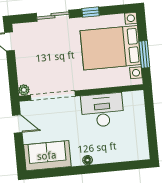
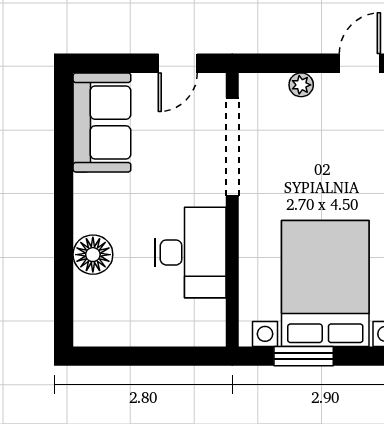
plant: (24, 90) -> (301, 85), moved
floor lamp: (88, 160) -> (93, 255), moved, width x1.89, depth x1.89

